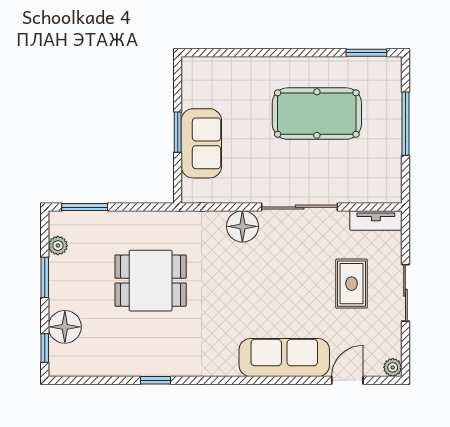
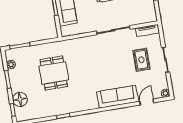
floor lamp: (242, 226) -> (90, 43), removed
dining table: (151, 281) -> (54, 73), turned 90

